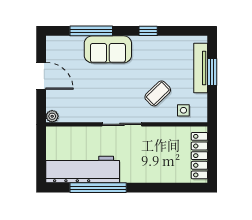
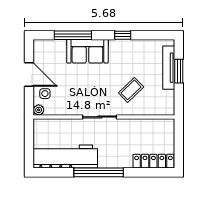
side table: (183, 110) -> (45, 94), moved
locker: (199, 156) -> (153, 161), moved, turned 90
window: (98, 188) -> (99, 172), moved

